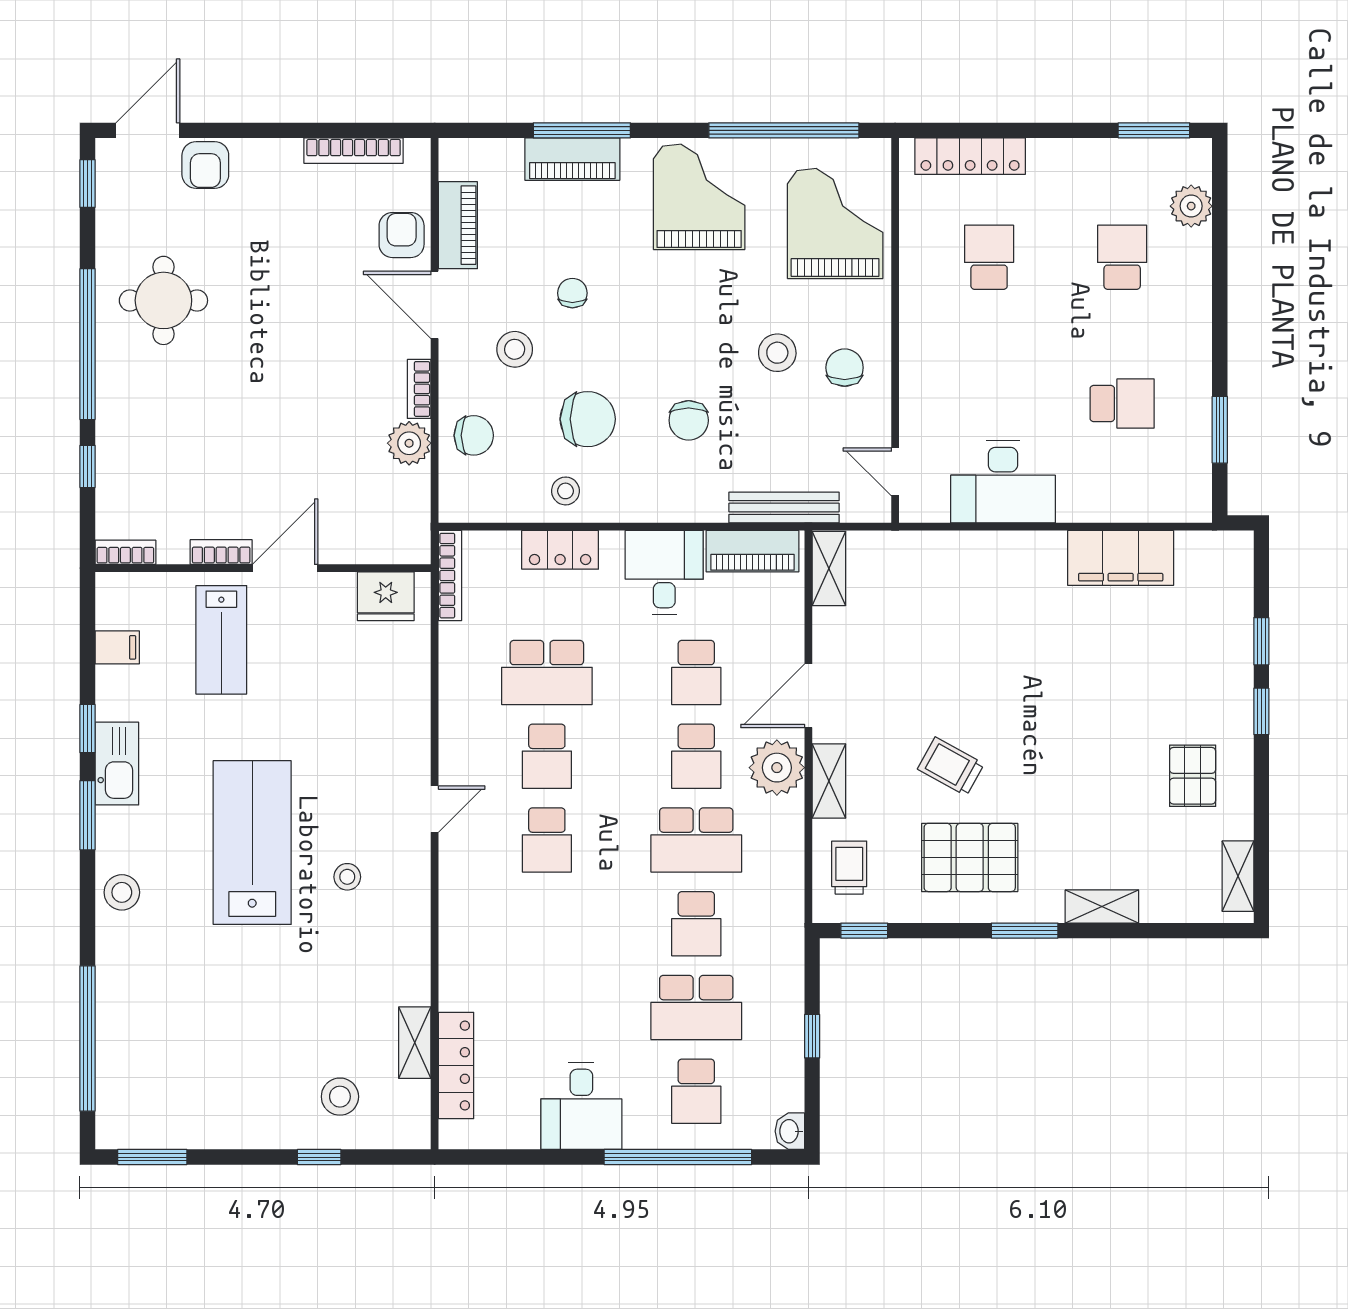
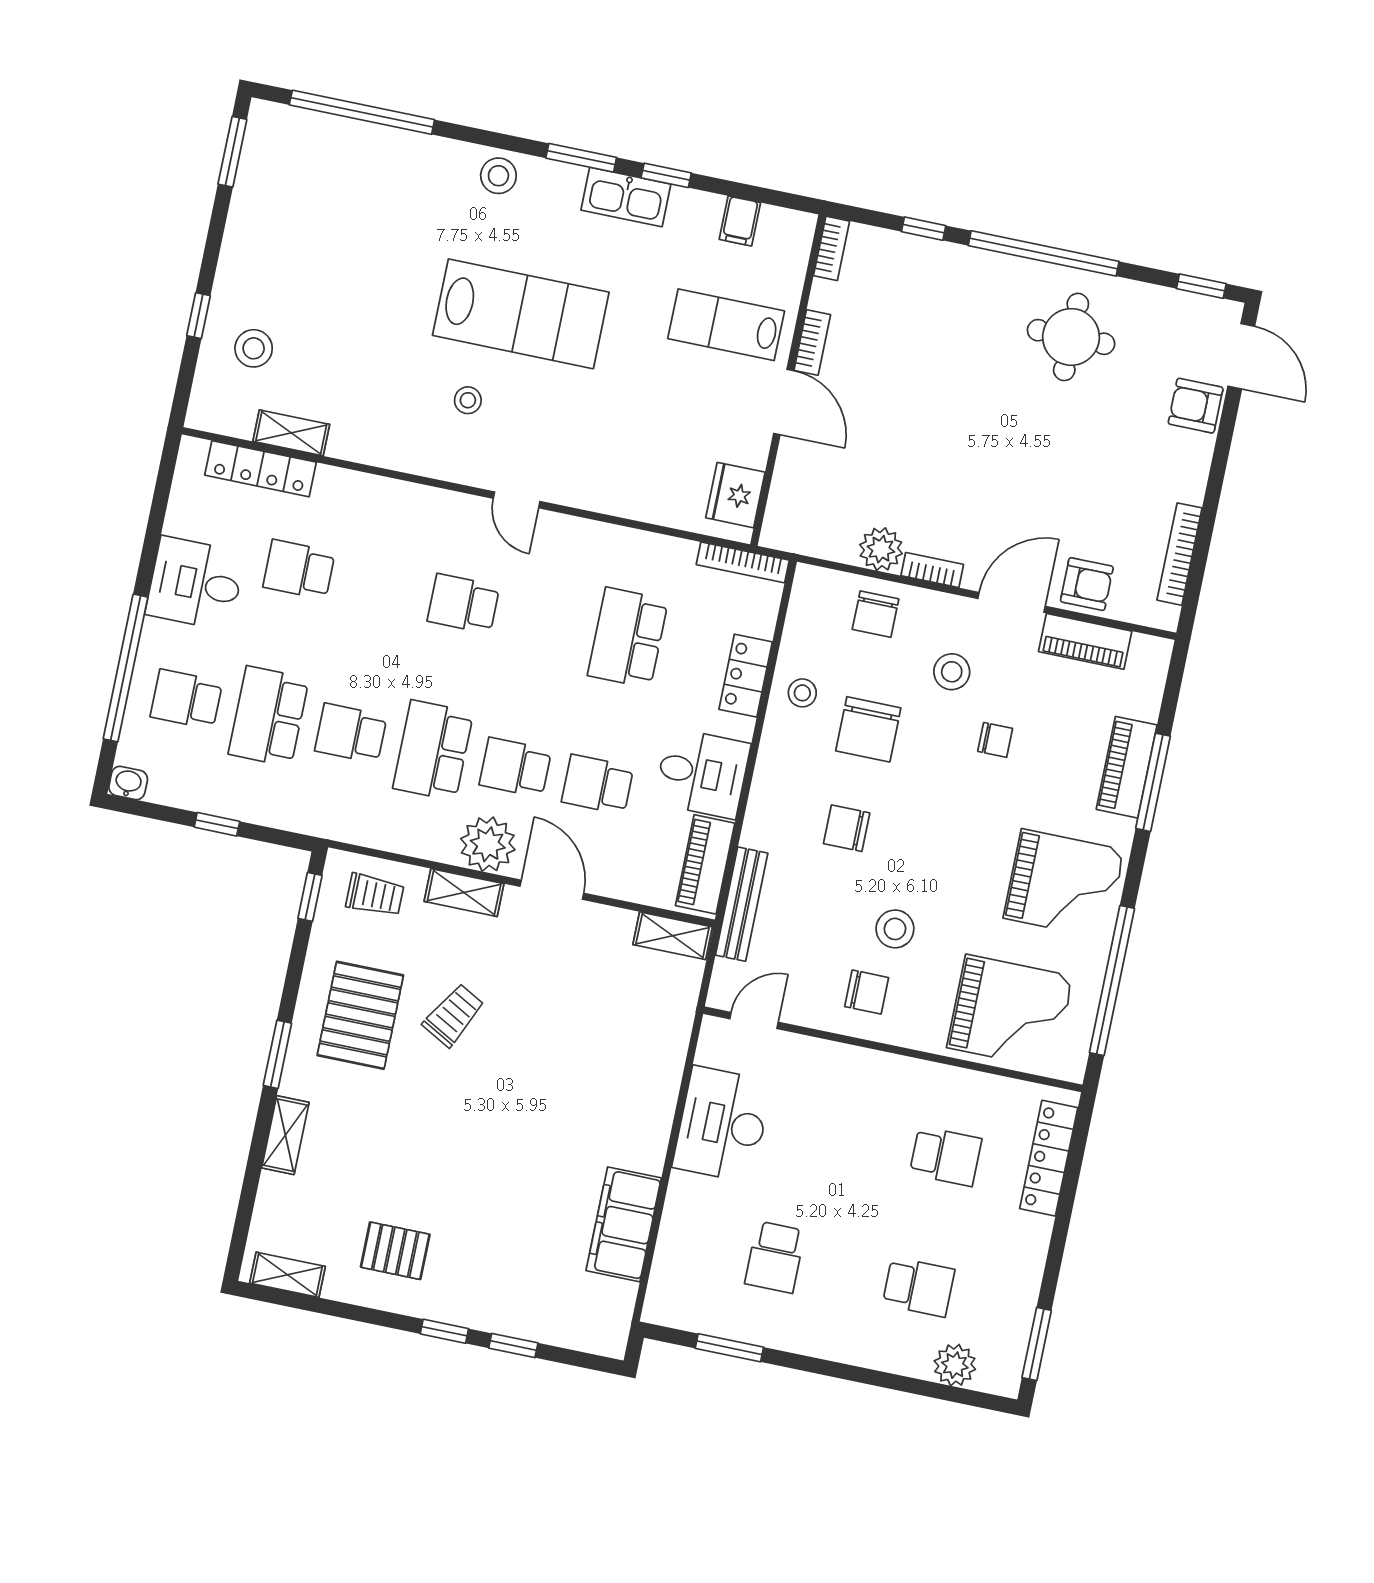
school desk: (547, 756) -> (299, 570), moved

